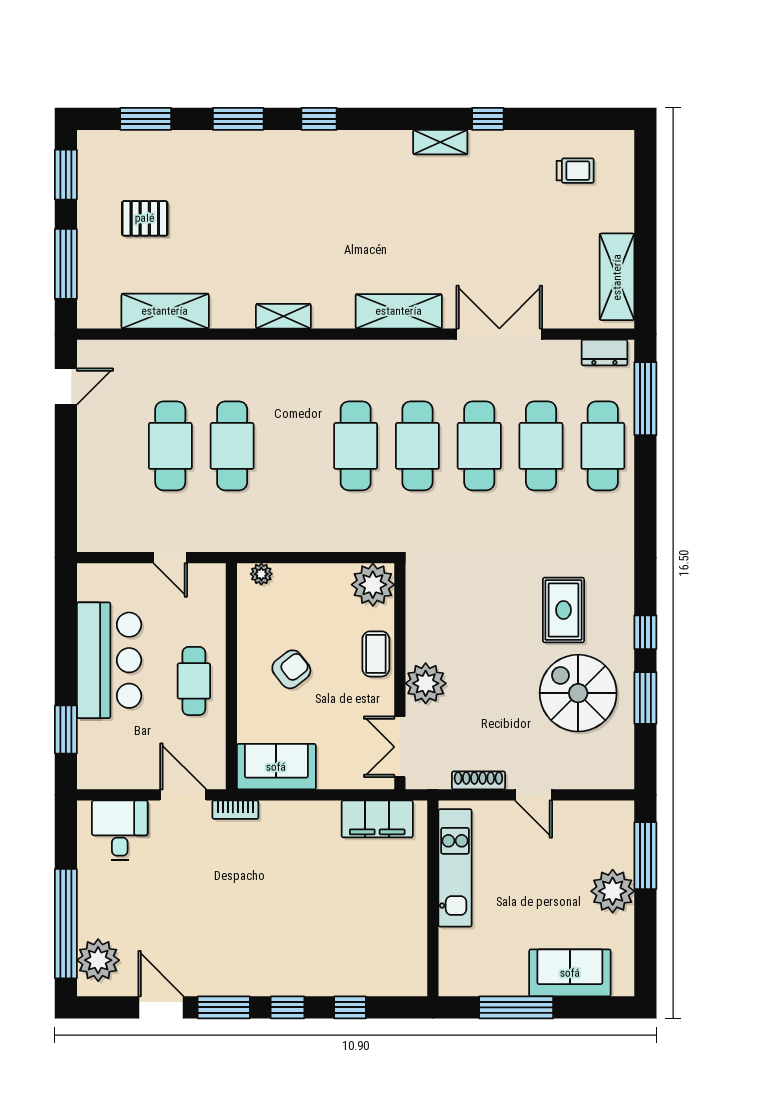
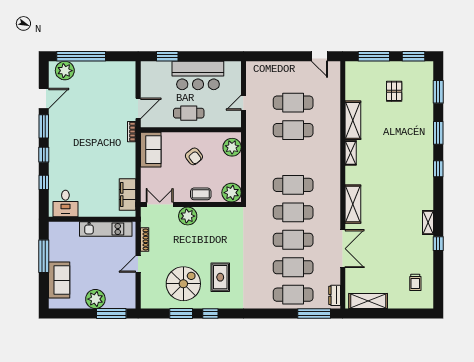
shelving: (165, 311) -> (353, 120), moved
plant: (261, 574) -> (232, 147), width x1.88, depth x1.88
rug: (563, 610) -> (220, 277), turned 90
desk: (120, 830) -> (65, 203), moved, turned 90

